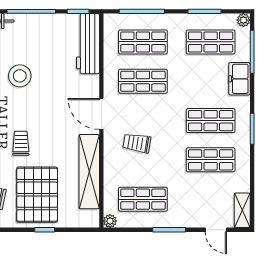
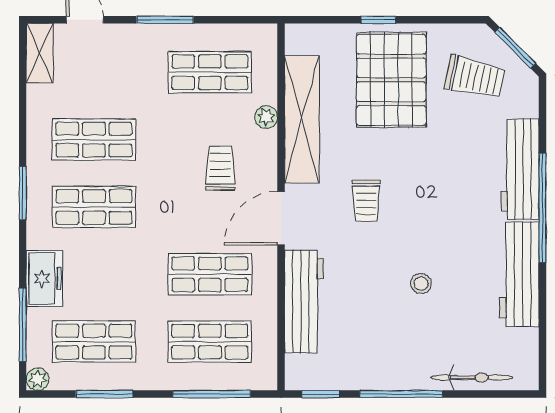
workbench: (88, 44) -> (304, 302), moved
stool: (20, 76) -> (421, 284), width x0.53, depth x0.53
door: (101, 114) -> (281, 218), swing flipped
trolley: (21, 143) -> (366, 201), moved
trolley: (137, 143) -> (220, 168), turned -99
plant: (110, 221) -> (266, 117), moved

